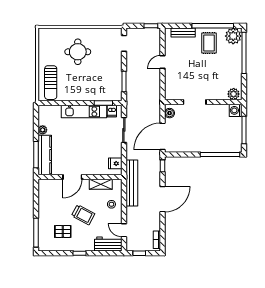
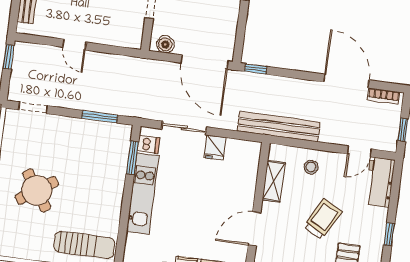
round table: (78, 52) -> (37, 190), turned -34
fridge: (115, 163) -> (215, 148), moved
door: (72, 177) -> (254, 229), swing flipped
door: (163, 199) -> (346, 81), moved

